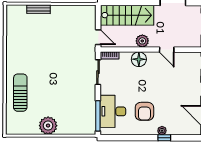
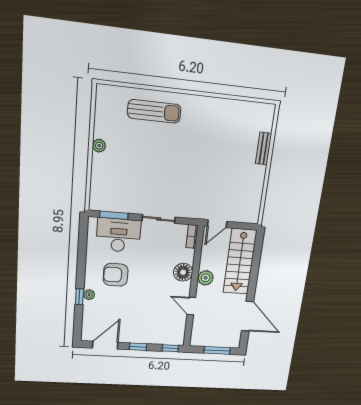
door: (167, 50) -> (191, 306), hinge flipped
sliding door: (98, 72) -> (159, 219), moved
window: (98, 116) -> (114, 215), width x0.69
plant: (48, 126) -> (99, 146), width x0.53, depth x0.53

